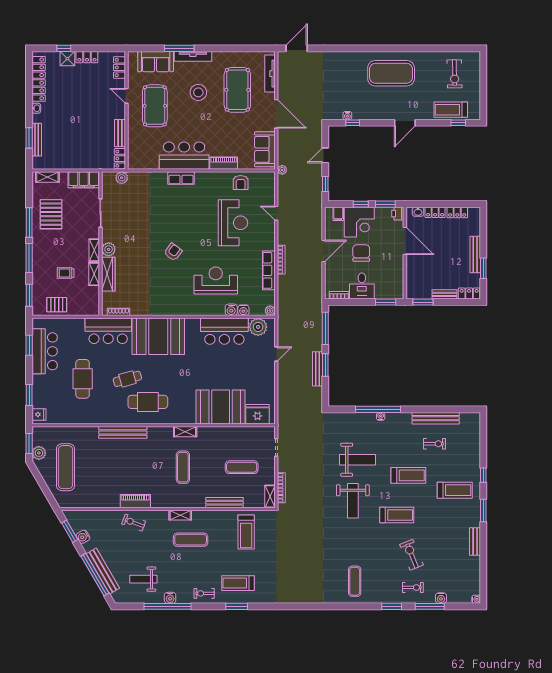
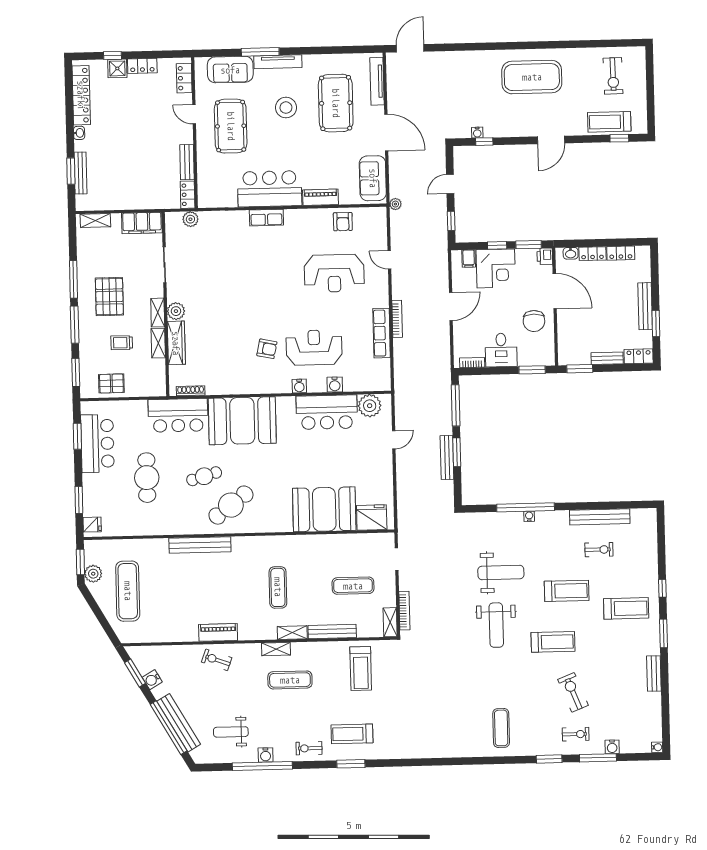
pallet: (51, 214) -> (109, 297), moved
reception desk: (233, 223) -> (334, 273), turned 90
armchair: (173, 252) -> (267, 349), moved, turned 65
chair: (361, 253) -> (534, 321), moved, turned 180
water cooler: (243, 310) -> (299, 386), moved
plant: (270, 311) -> (384, 384), removed
cafe table: (148, 402) -> (231, 505), turned -37
shelving: (185, 432) -> (292, 633), moved

